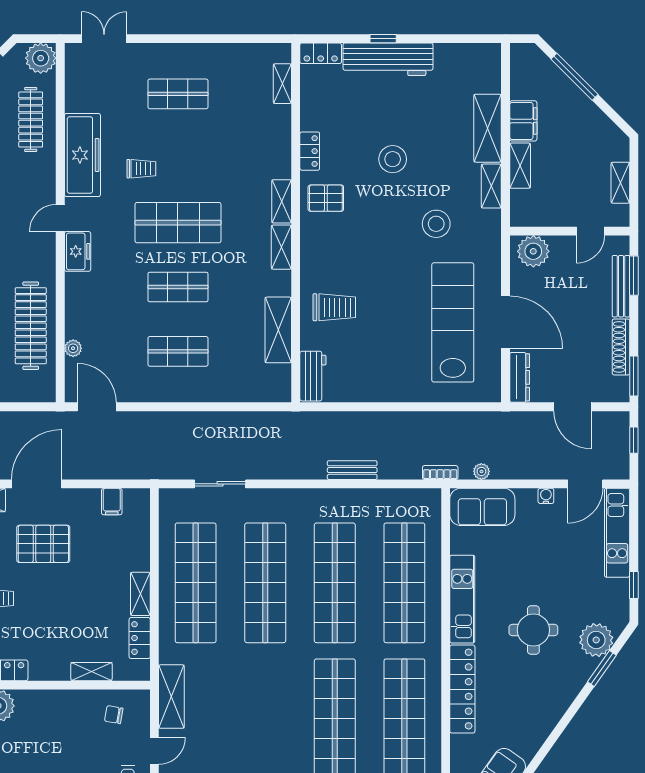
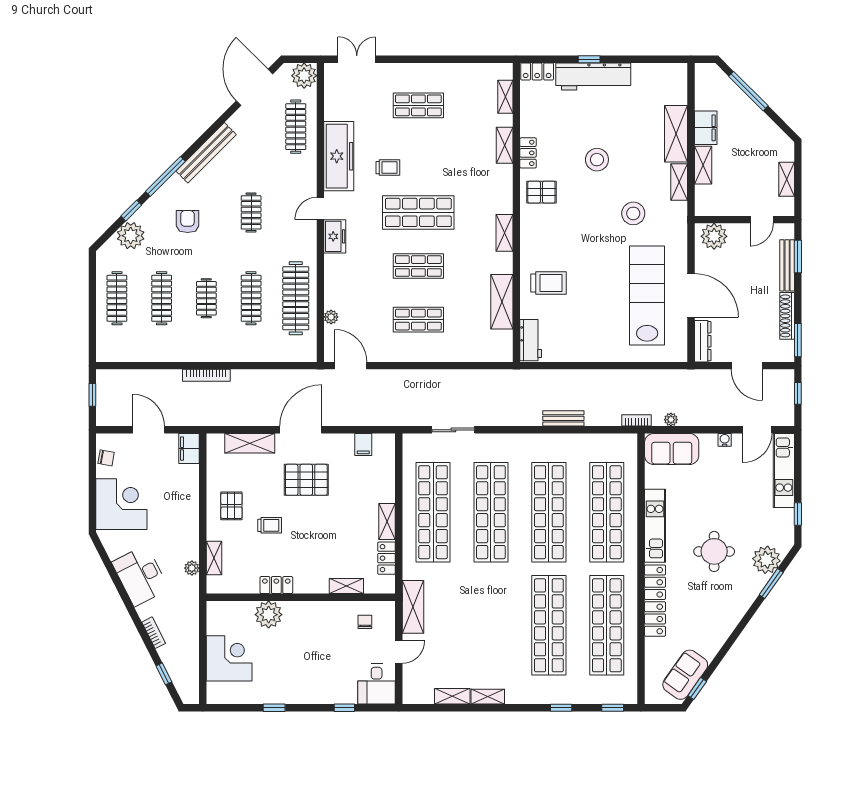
shelving: (282, 201) -> (505, 145), moved
chair: (114, 715) -> (365, 622), turned 80

